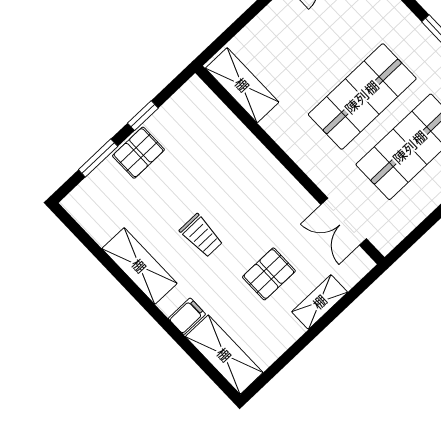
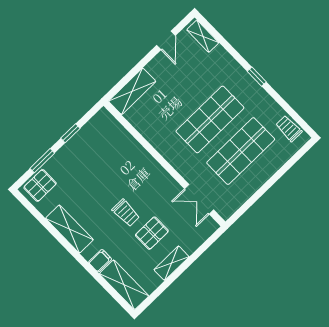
shelving: (242, 85) -> (132, 91), moved, turned 90
pallet: (138, 153) -> (40, 185), moved
trolley: (201, 236) -> (126, 213), moved
shelving: (320, 302) -> (171, 263), moved

